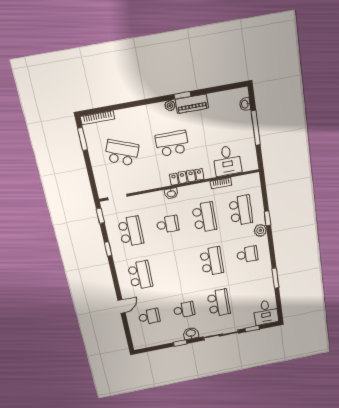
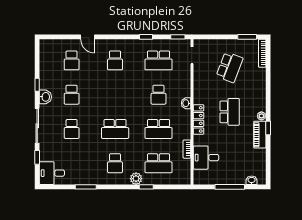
school desk: (140, 275) -> (115, 60), width x0.54
school desk: (219, 303) -> (72, 129), width x0.54

